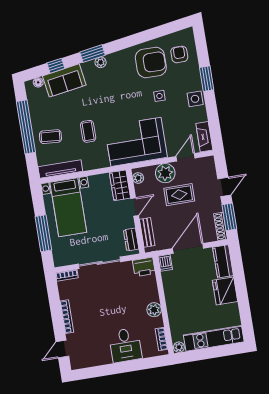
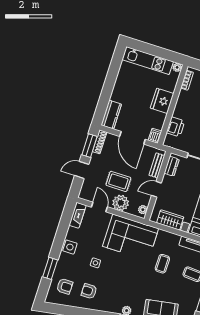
armchair: (179, 54) -> (65, 286), turned -90
armchair: (151, 63) -> (89, 291), width x0.53, depth x0.53
window: (207, 79) -> (50, 268), moved
door: (186, 157) -> (99, 207), swing flipped
wardrobe: (120, 185) -> (170, 220), moved, turned -90
door: (188, 248) -> (132, 138), hinge flipped
printer: (144, 267) -> (176, 127), moved, turned 90
fridge: (225, 291) -> (162, 101), moved, turned 180
plant: (154, 310) -> (181, 105), removed

